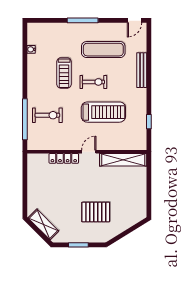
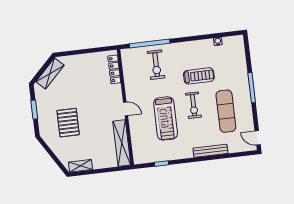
treadmill: (64, 73) -> (199, 76), turned 180
locker: (64, 158) -> (114, 69), moved
shelving: (141, 205) -> (81, 166), added

